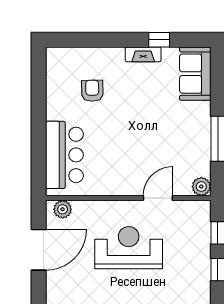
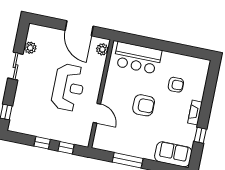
fireplace: (143, 54) -> (195, 113), moved
armchair: (132, 132) -> (144, 105), added
plant: (201, 187) -> (99, 143), removed

